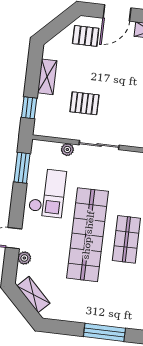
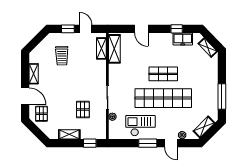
window: (22, 168) -> (148, 143), moved
window: (104, 332) -> (222, 97), moved

